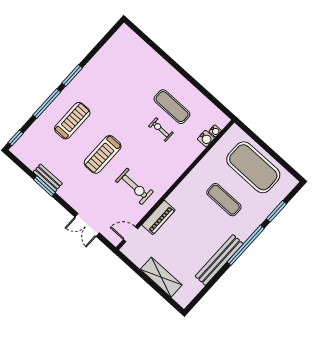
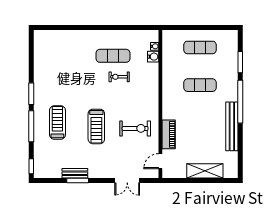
exercise mat: (253, 167) -> (200, 47), width x0.50, depth x0.69

